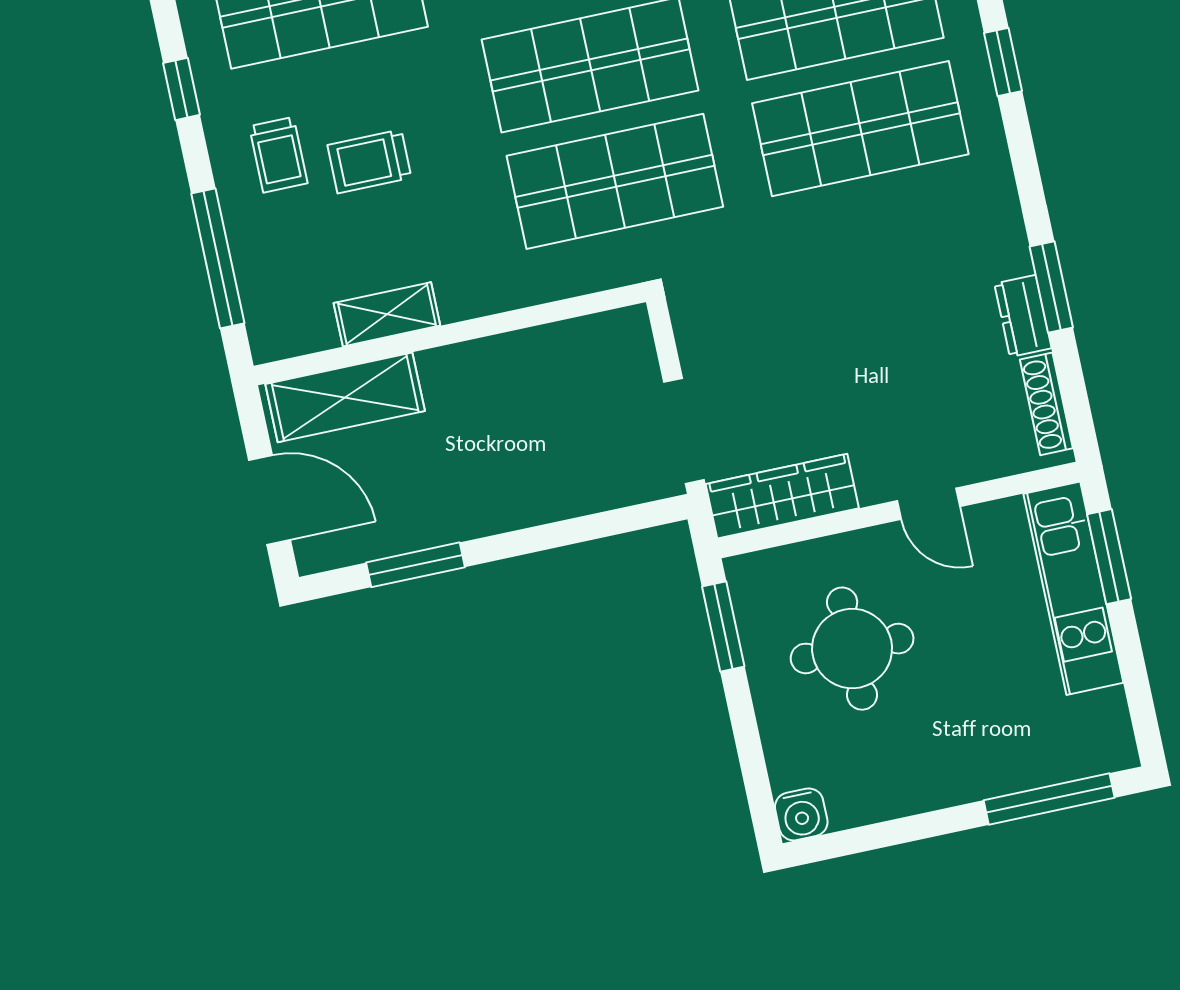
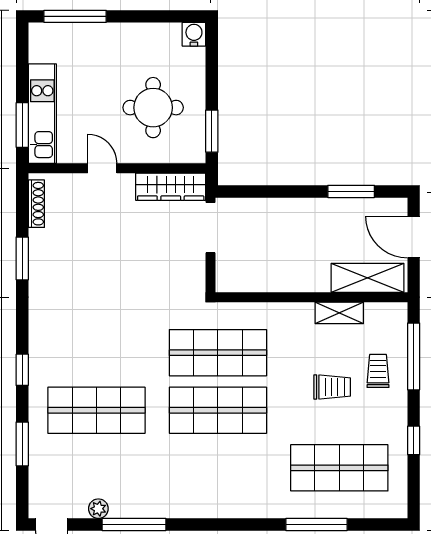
shop shelf: (860, 129) -> (96, 353), removed
trolley: (278, 155) -> (378, 371), moved
dresser: (1023, 316) -> (39, 248), removed

